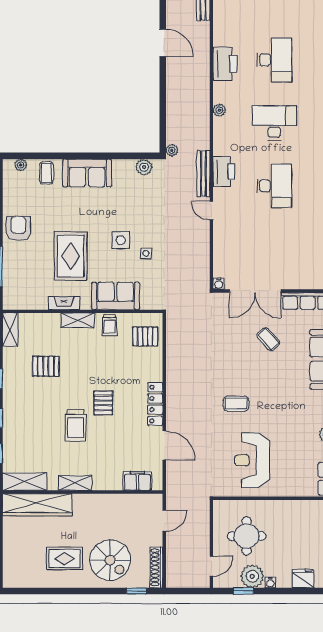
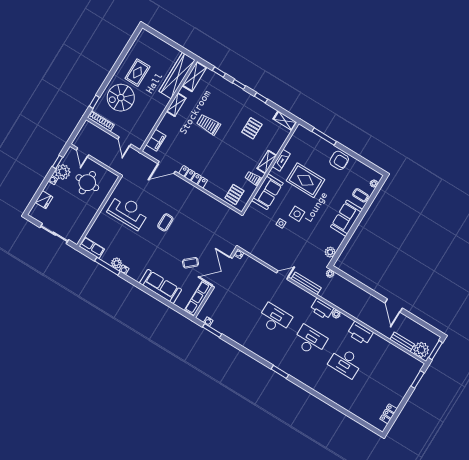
door: (163, 43) -> (394, 305), hinge flipped
desk: (274, 123) -> (310, 341), turned -90
printer: (224, 172) -> (322, 309), moved
desk: (274, 186) -> (275, 319), turned 180
pallet: (103, 403) -> (212, 148), removed

